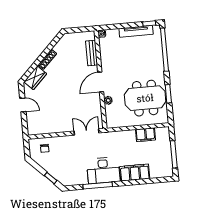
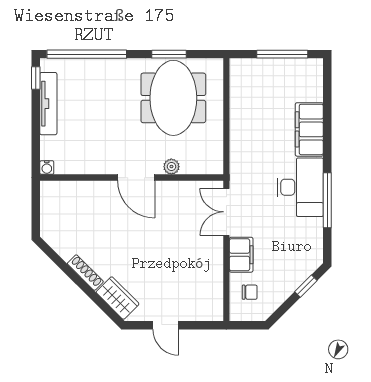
bench: (92, 53) -> (81, 190), removed
door: (23, 105) -> (166, 325), swing flipped
filing cabinet: (145, 135) -> (241, 255), moved

